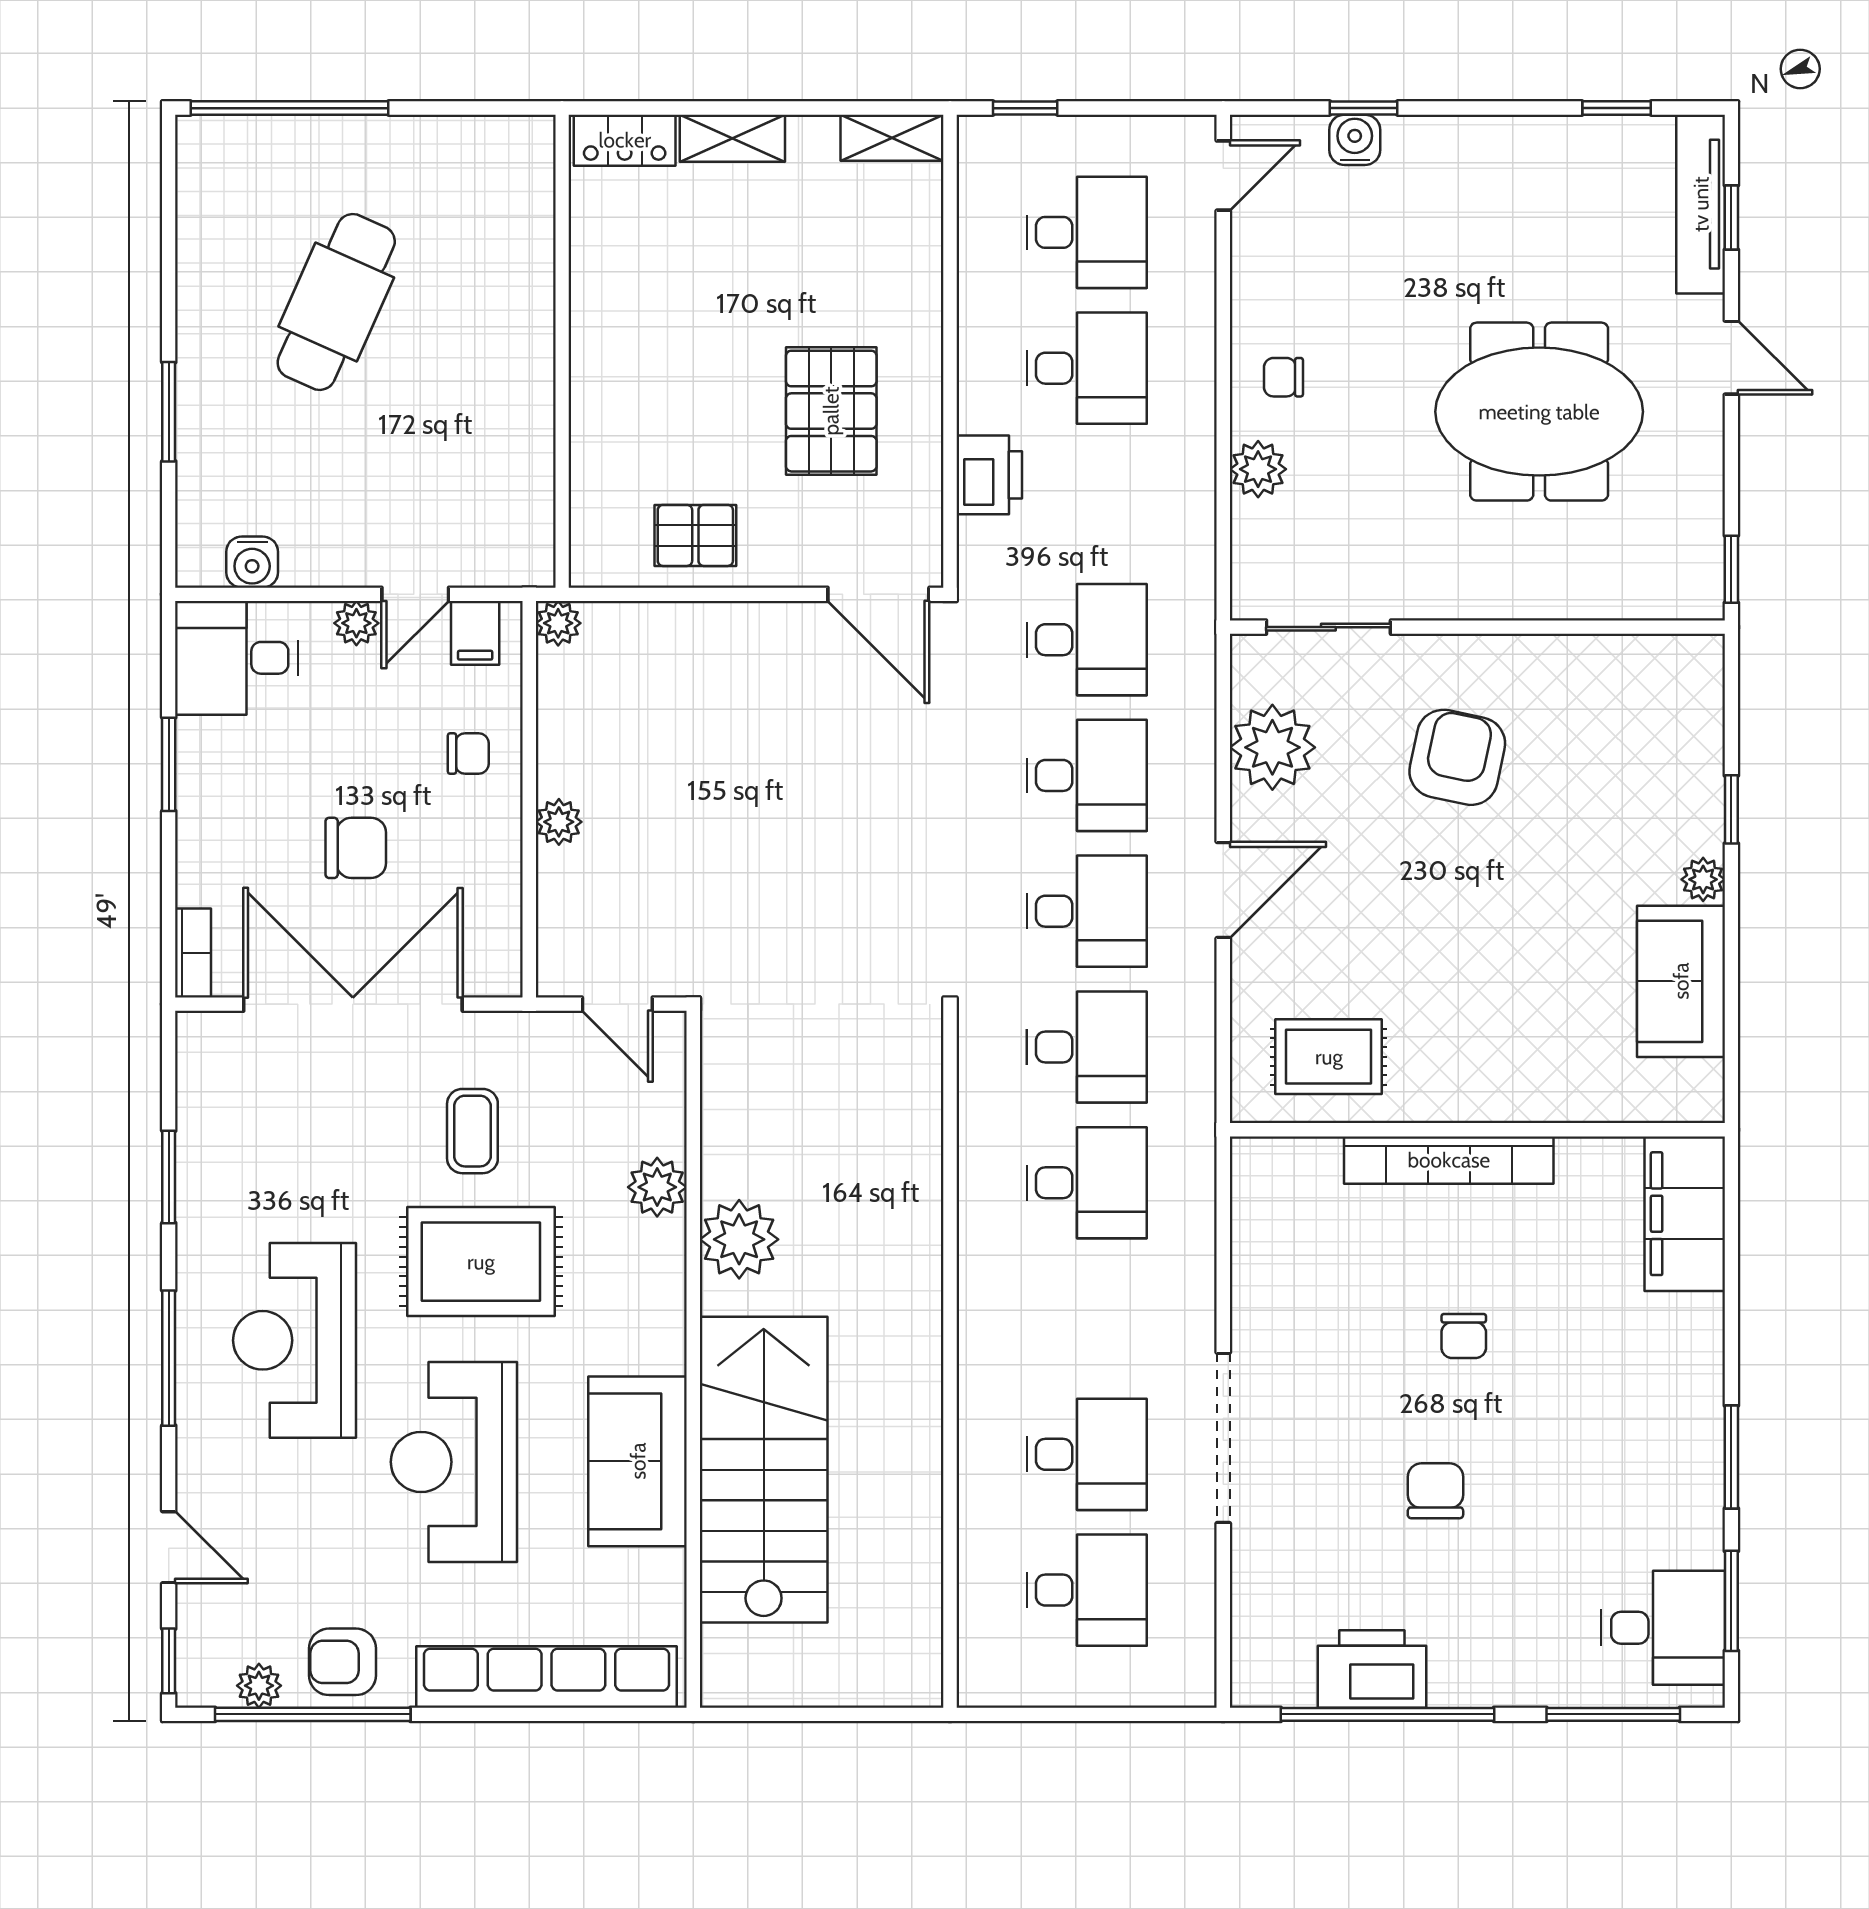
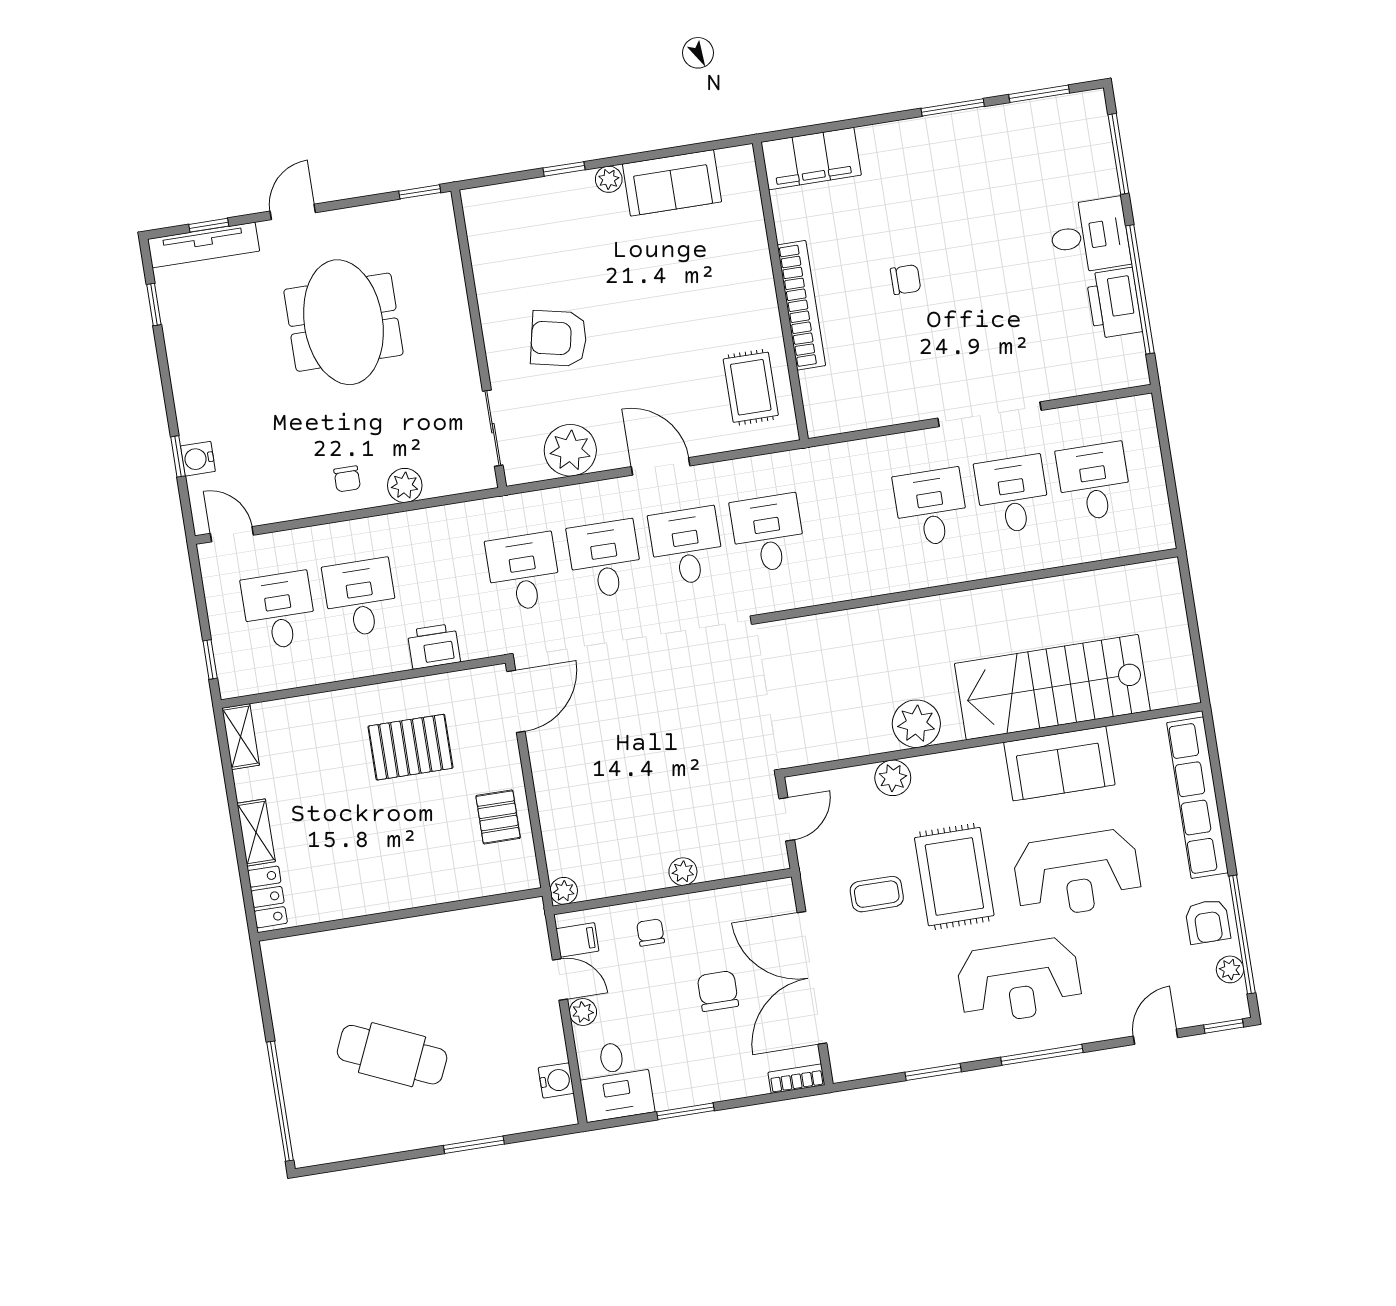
desk: (1087, 1183) -> (931, 508), moved
chair: (1435, 1491) -> (1001, 282), removed
desk: (1663, 1628) -> (1089, 236), moved, turned 90

